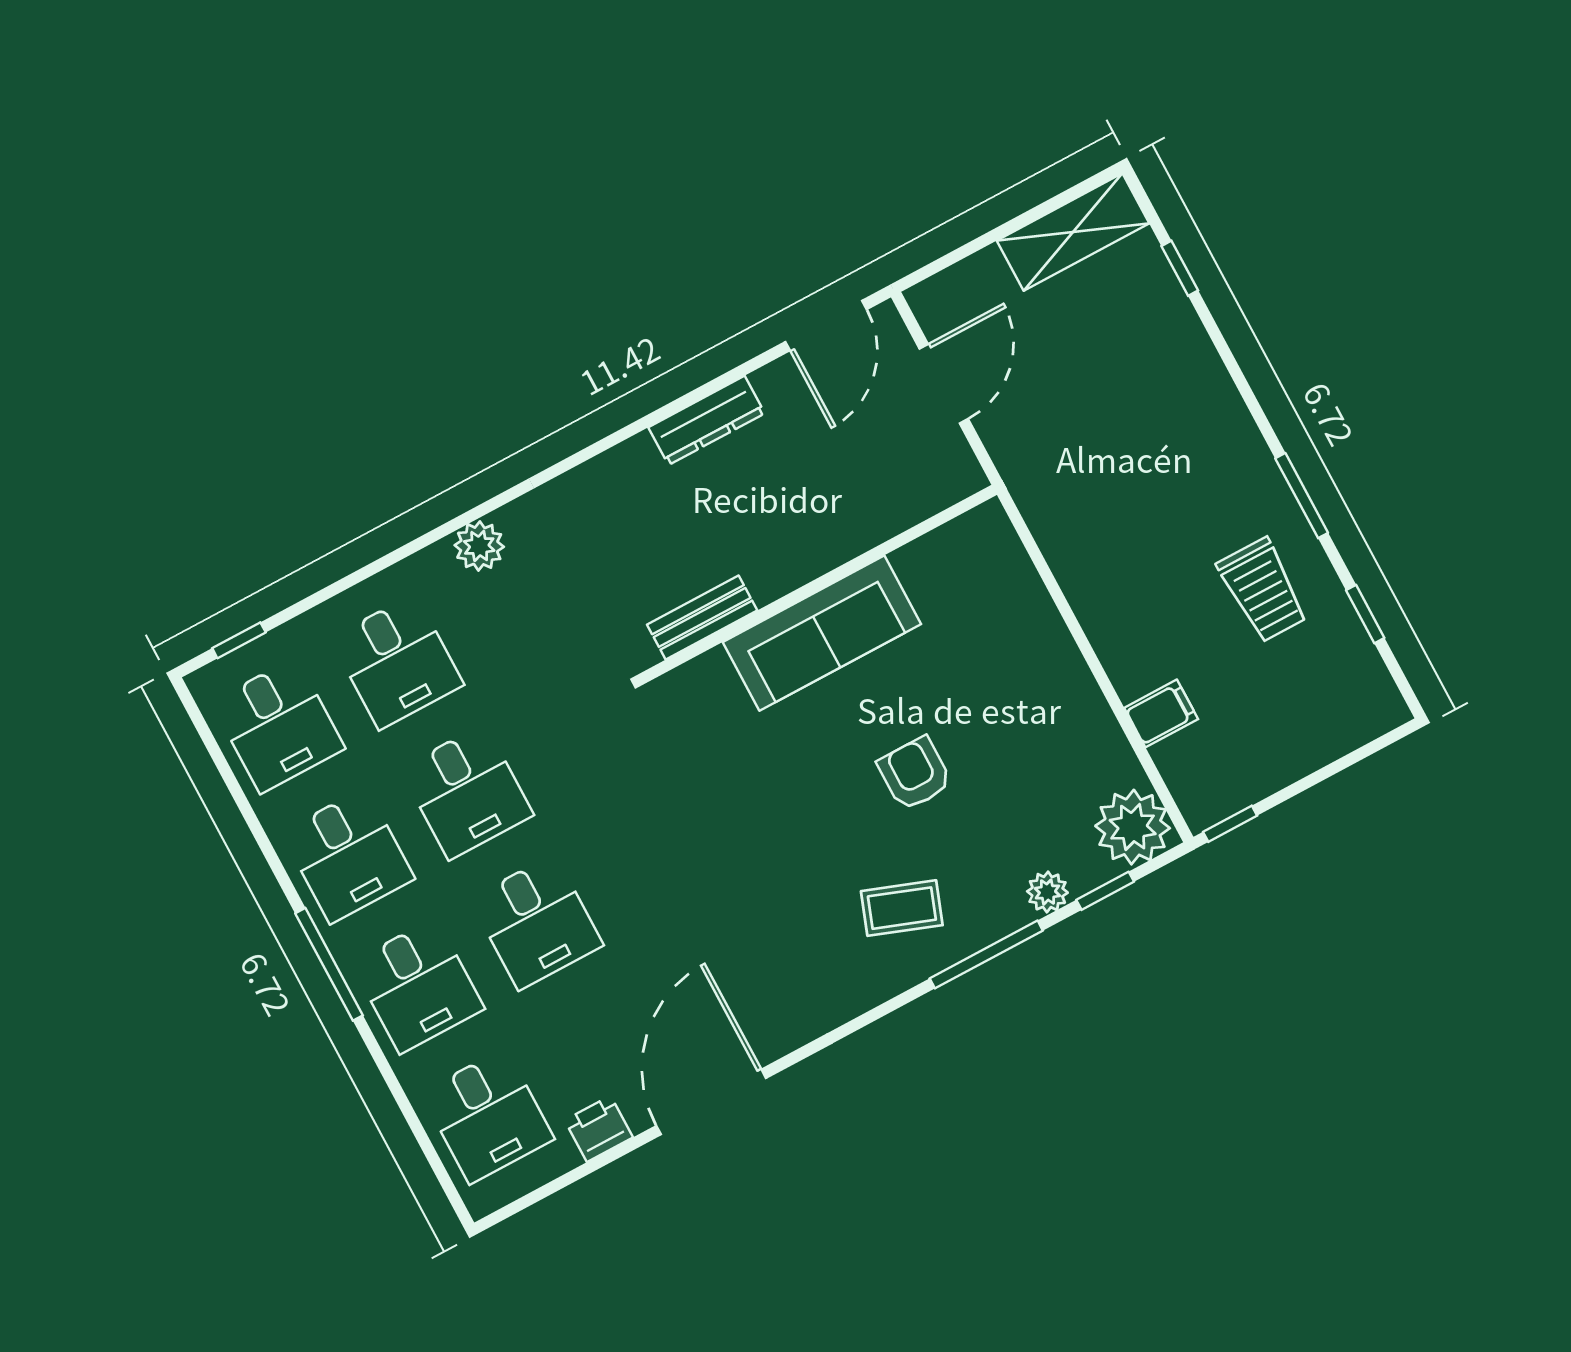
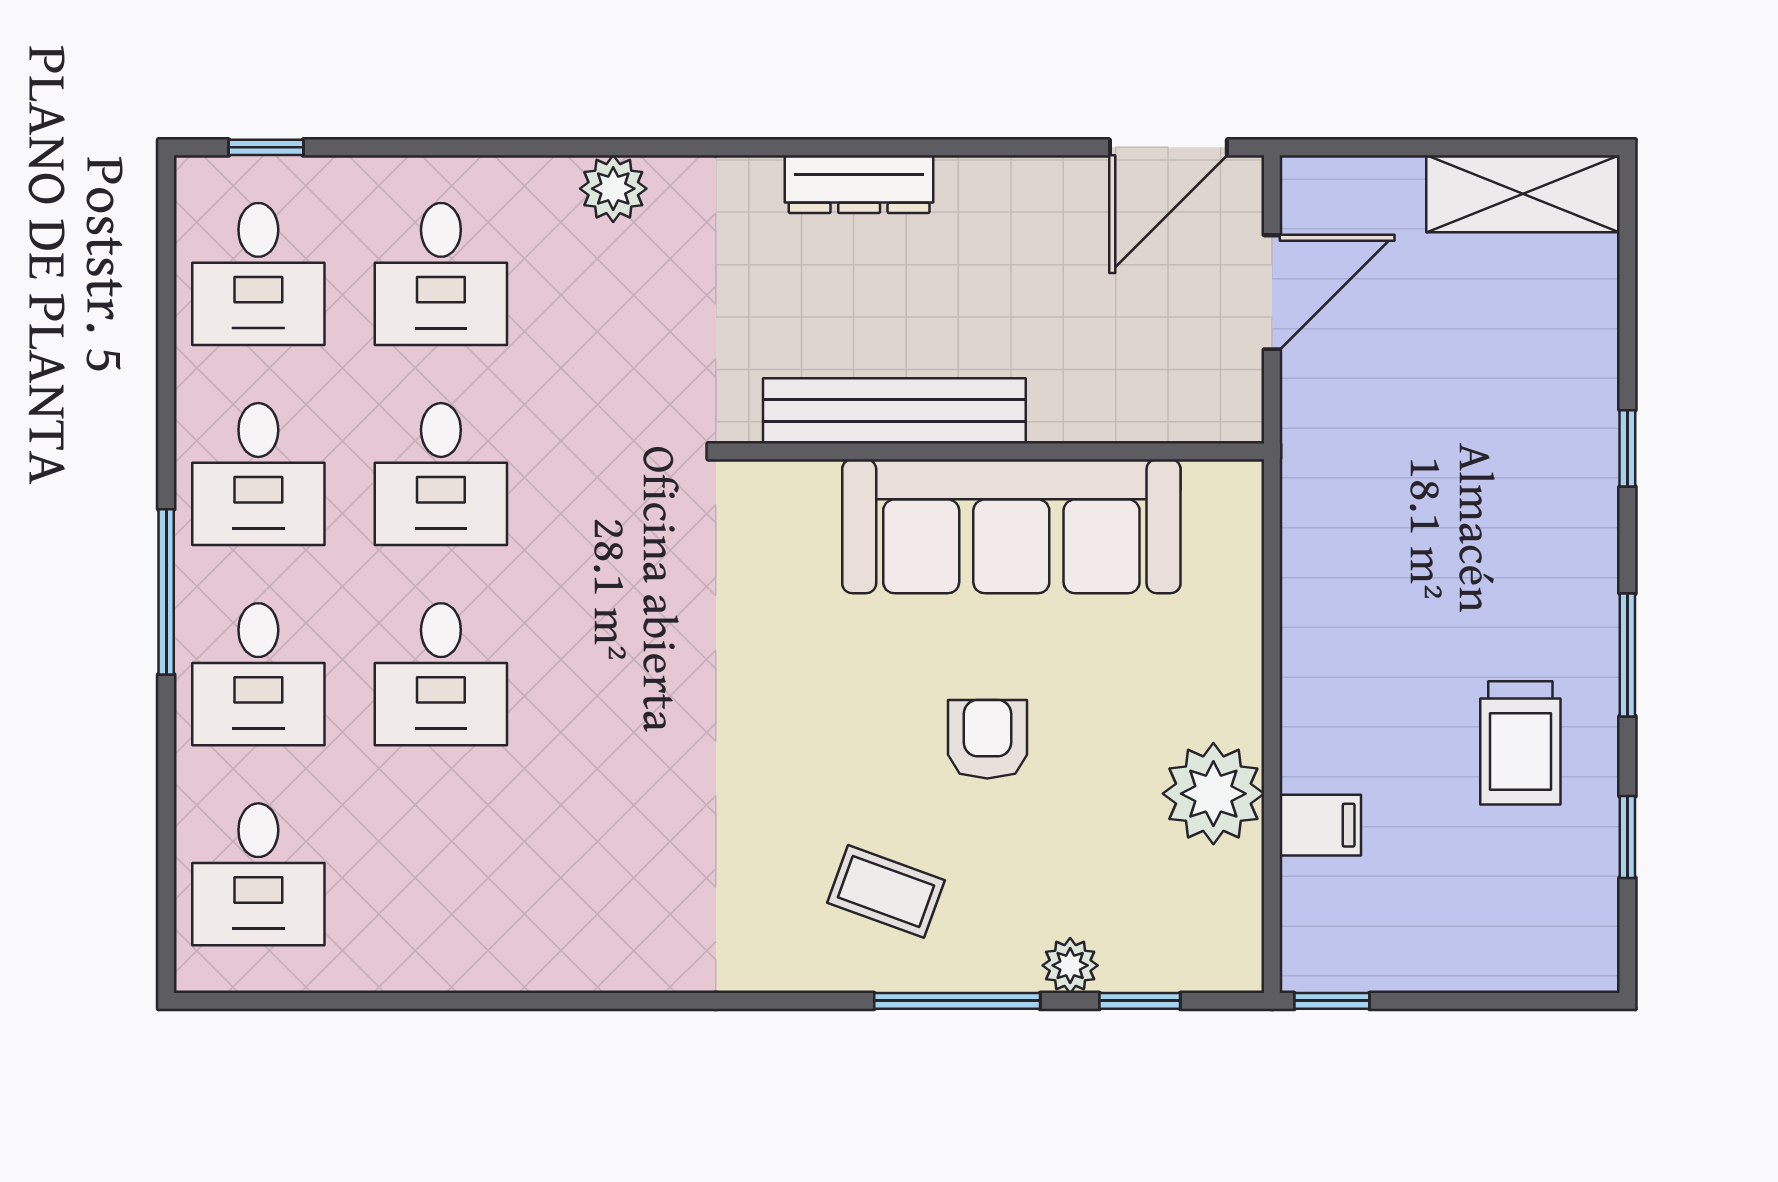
window: (1180, 268) -> (1627, 448), moved
dresser: (707, 420) -> (859, 184), moved
bench: (702, 617) -> (894, 411), width x1.86, depth x1.21
sofa: (822, 633) -> (1011, 526), width x1.36, depth x1.27
plant: (1133, 827) -> (1213, 794), moved
door: (711, 1102) -> (534, 1001), removed
printer: (599, 1129) -> (383, 961), removed

